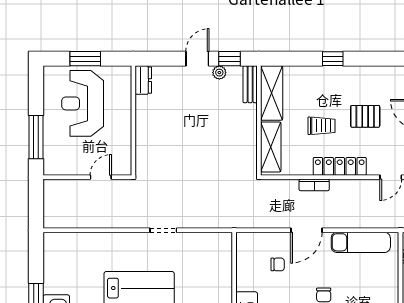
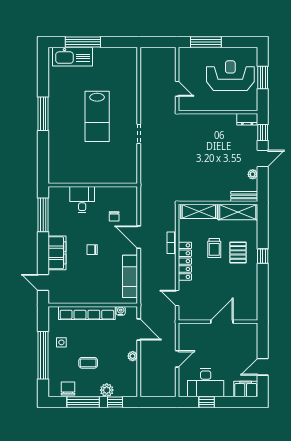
door: (197, 59) -> (263, 158), hinge flipped
window: (229, 59) -> (263, 133), moved
pallet: (365, 116) -> (238, 252), moved

